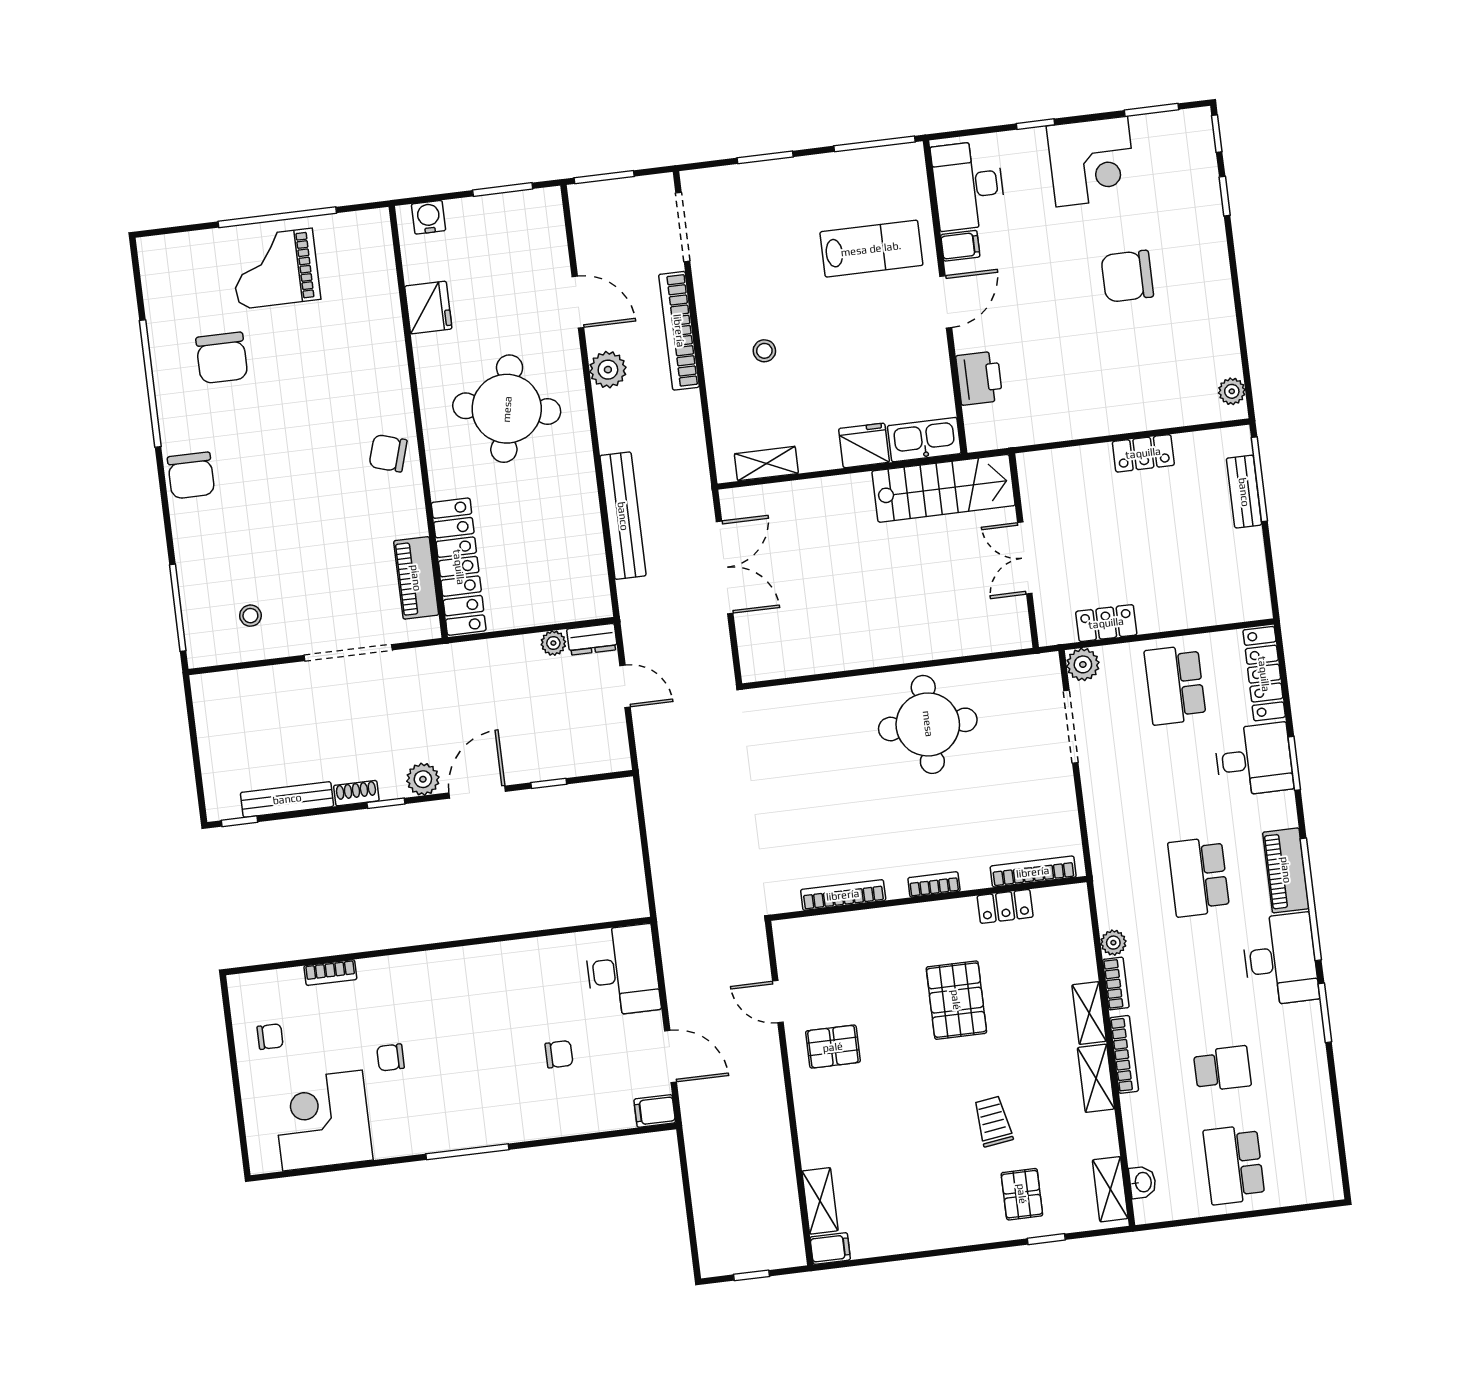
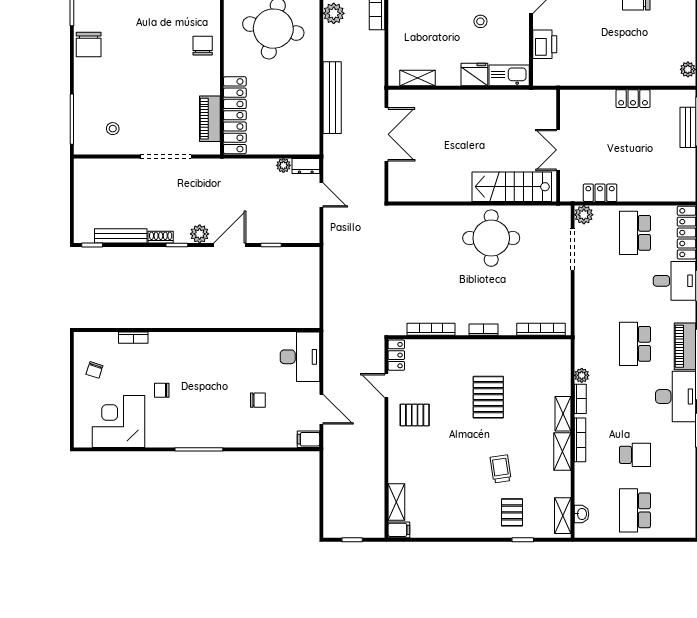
stool: (764, 351) -> (480, 21), moved
chair: (388, 453) -> (203, 46), turned 73
stairs: (944, 488) -> (512, 187), moved, turned 180
locker: (1005, 906) -> (396, 355), moved, turned -90
chair: (270, 1037) -> (94, 370), turned 108

